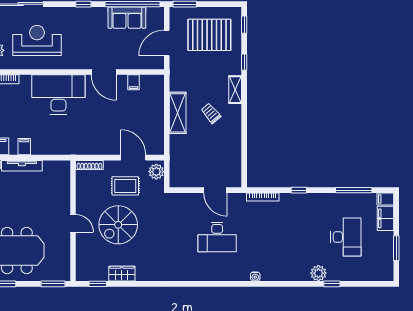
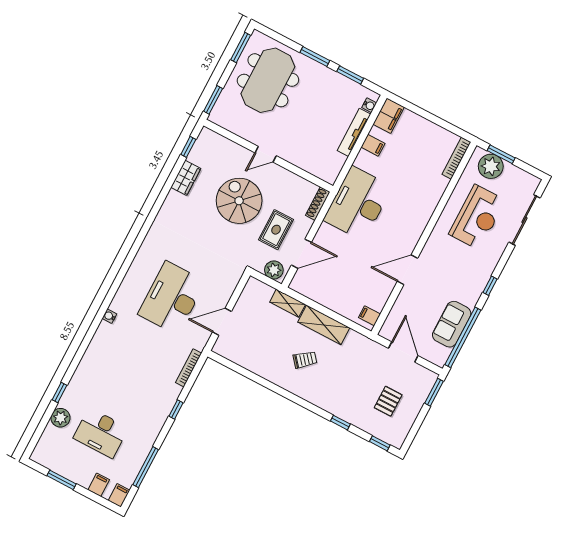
pallet: (209, 35) -> (388, 401), width x0.49, depth x0.50
filing cabinet: (134, 82) -> (369, 316), moved
shelving: (235, 90) -> (288, 303), moved
desk: (58, 94) -> (358, 203), moved, turned 180
filing cabinet: (385, 218) -> (99, 485), width x0.50
desk: (217, 237) -> (172, 298), width x1.36, depth x1.30
plant: (318, 273) -> (60, 418), moved

